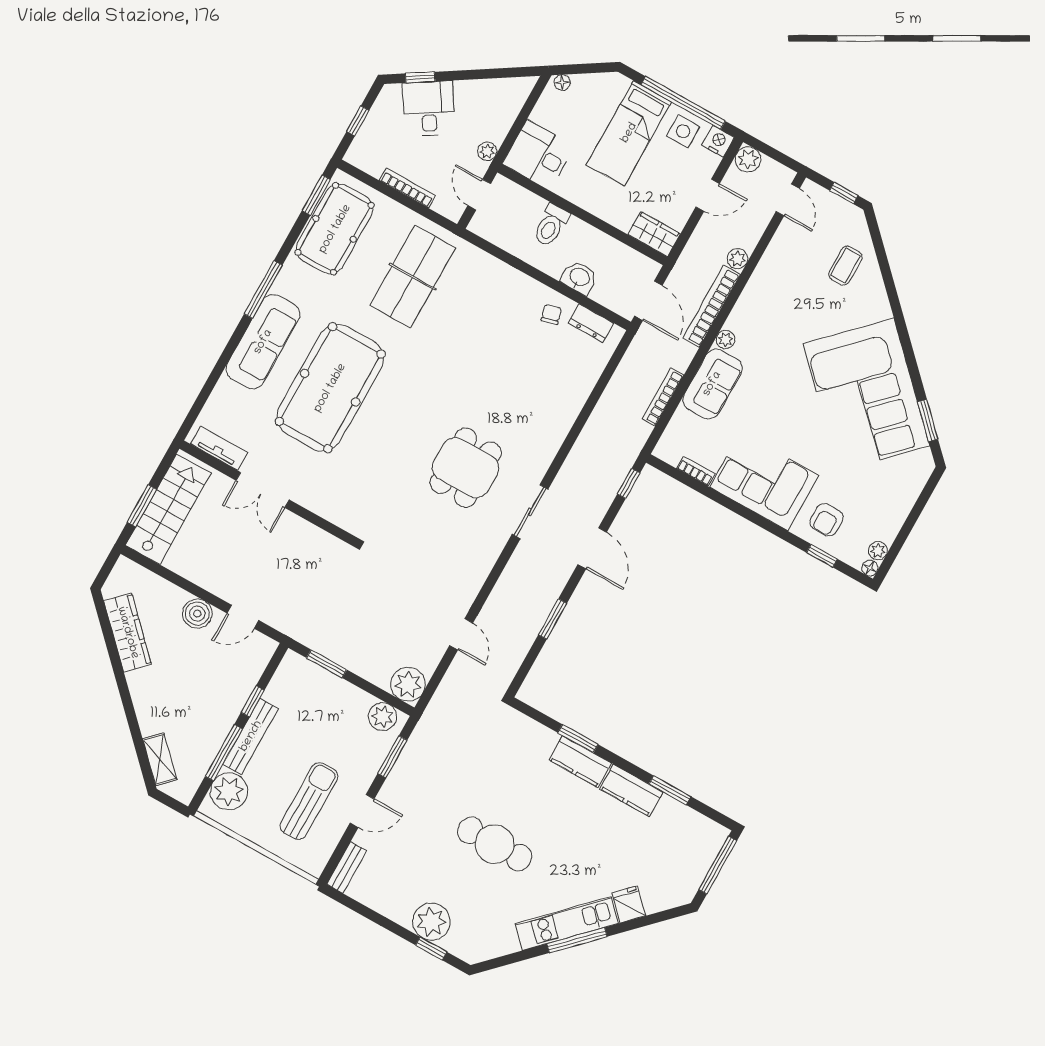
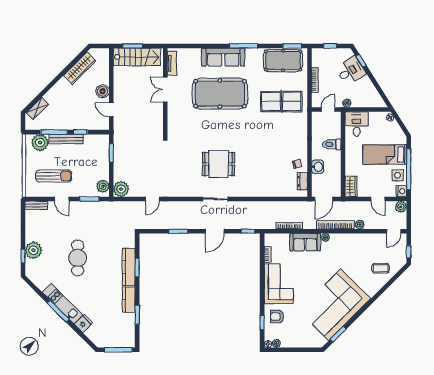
kitchen counter: (580, 762) -> (129, 267), width x1.50

